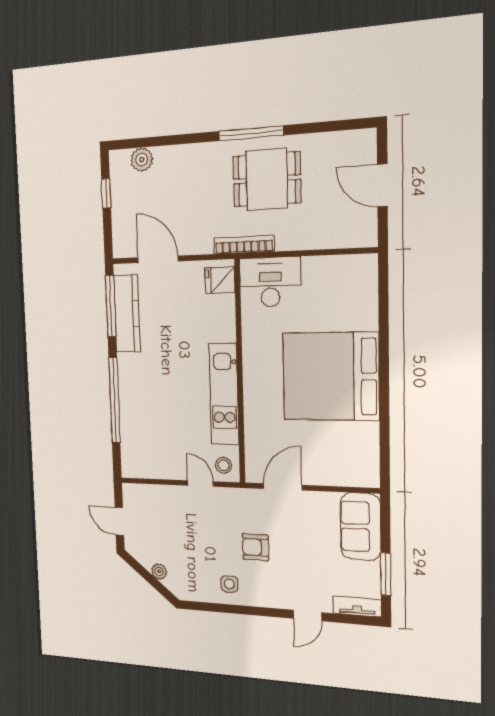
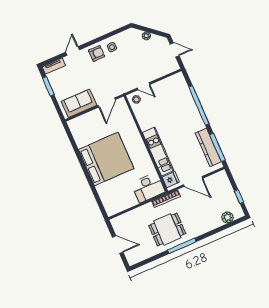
door: (158, 259) -> (193, 181), moved
kitchen unit: (224, 394) -> (158, 152), moved
sofa: (360, 527) -> (79, 103), moved, turned -90
armchair: (256, 547) -> (97, 53), moved

